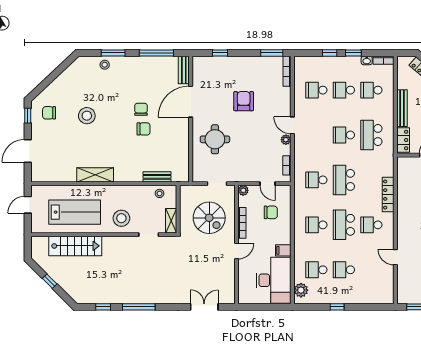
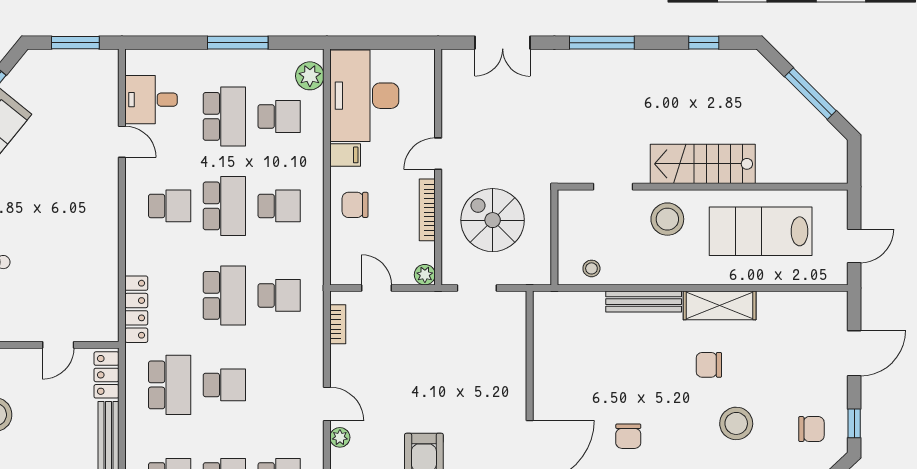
chair: (144, 129) -> (709, 365), moved
round table: (215, 139) -> (481, 376), removed
plant: (286, 140) -> (340, 437), moved
bench: (157, 177) -> (644, 302), moved, width x1.36
locker: (388, 195) -> (136, 309), moved
chair: (271, 212) -> (355, 205), moved
shelving: (171, 221) -> (568, 214), removed
stairs: (75, 246) -> (703, 164), moved
school desk: (344, 270) -> (224, 116), width x1.85
desk: (381, 278) -> (151, 100), added
window: (50, 281) -> (810, 94), width x2.17
window: (139, 307) -> (602, 43), moved
window: (337, 307) -> (238, 43), width x2.17

